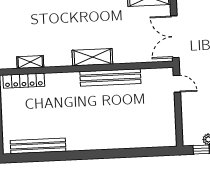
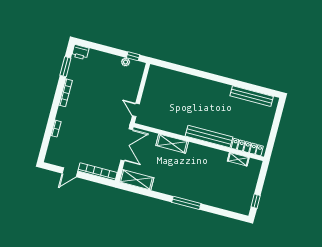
shelving: (92, 57) -> (172, 144), moved
bench: (110, 77) -> (209, 137), moved

